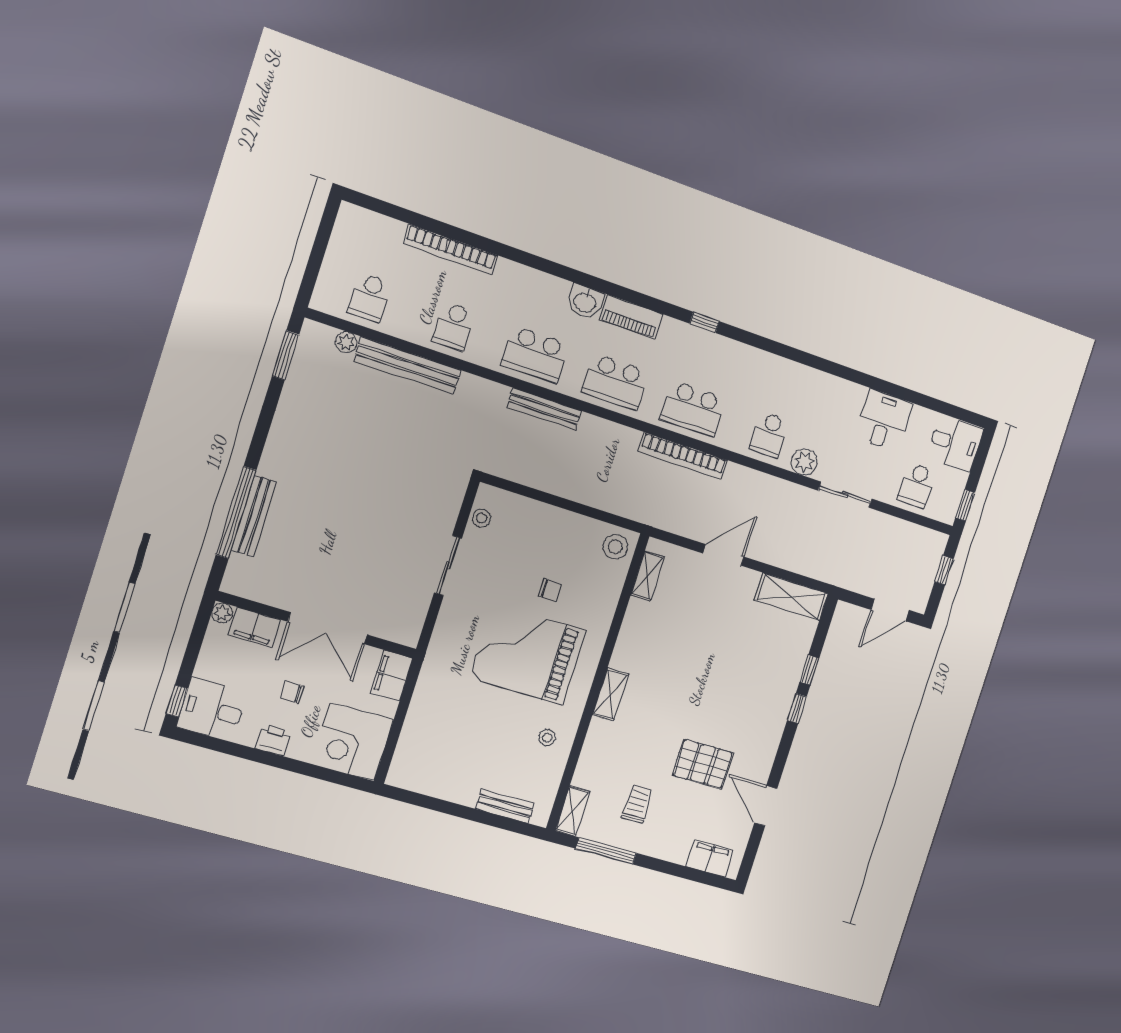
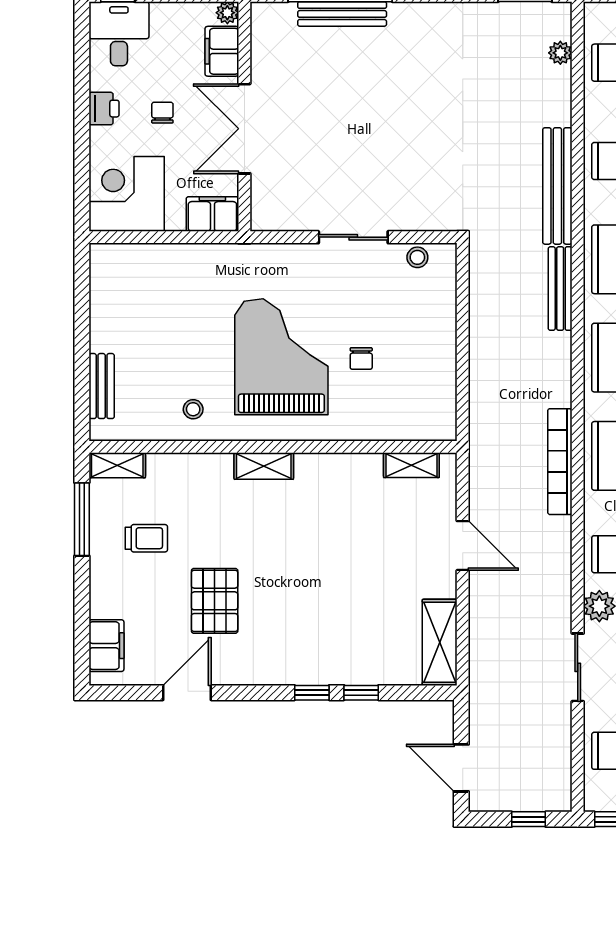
bench: (407, 366) -> (557, 186), moved
stool: (615, 547) -> (433, 417), removed

